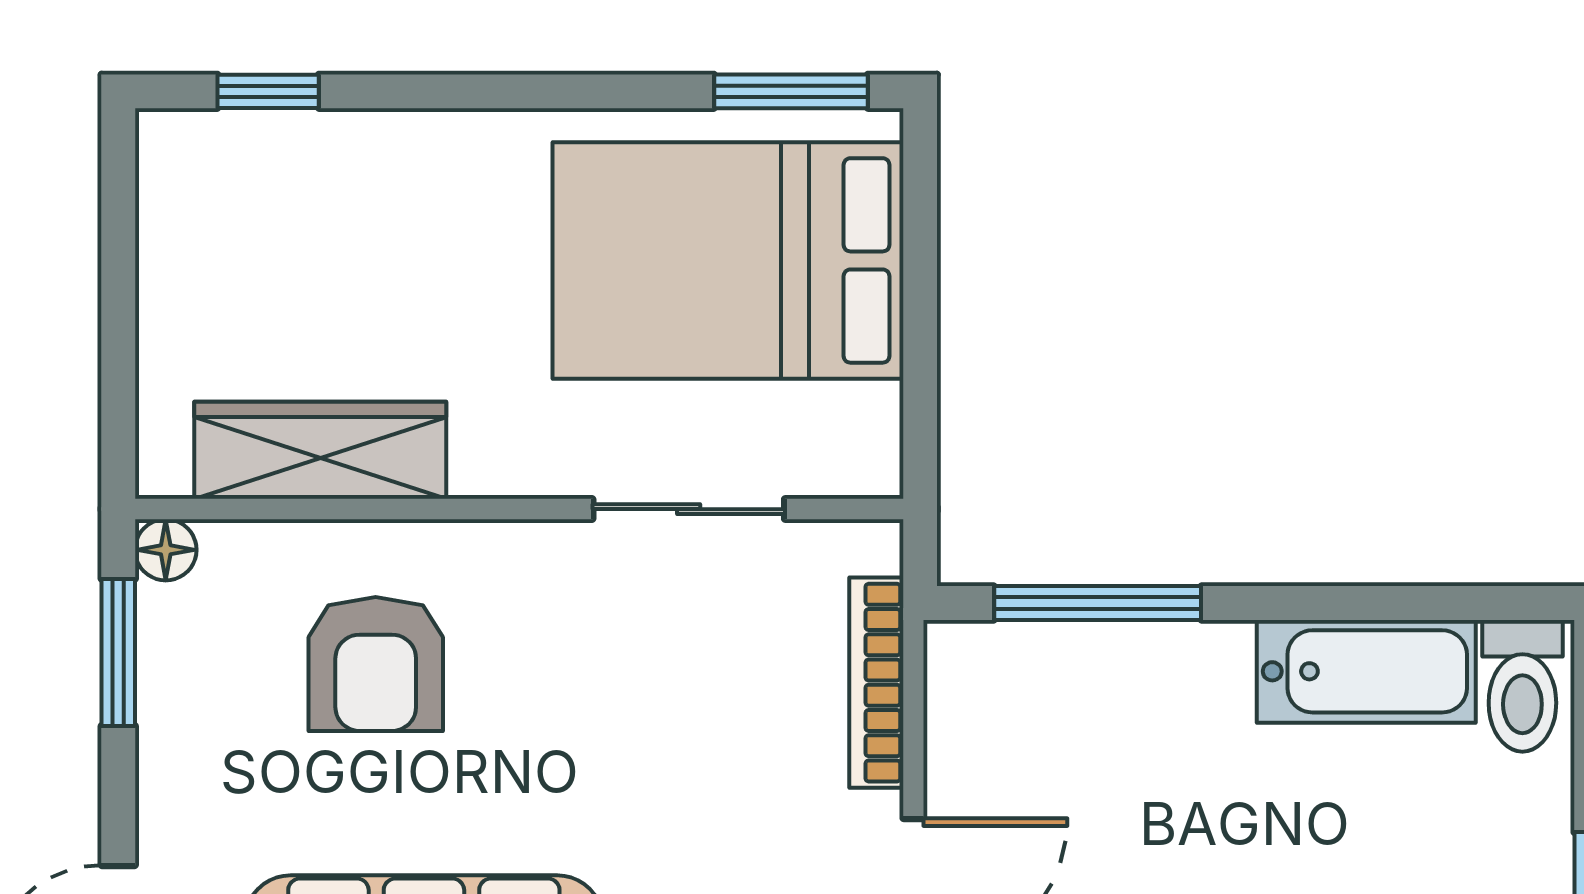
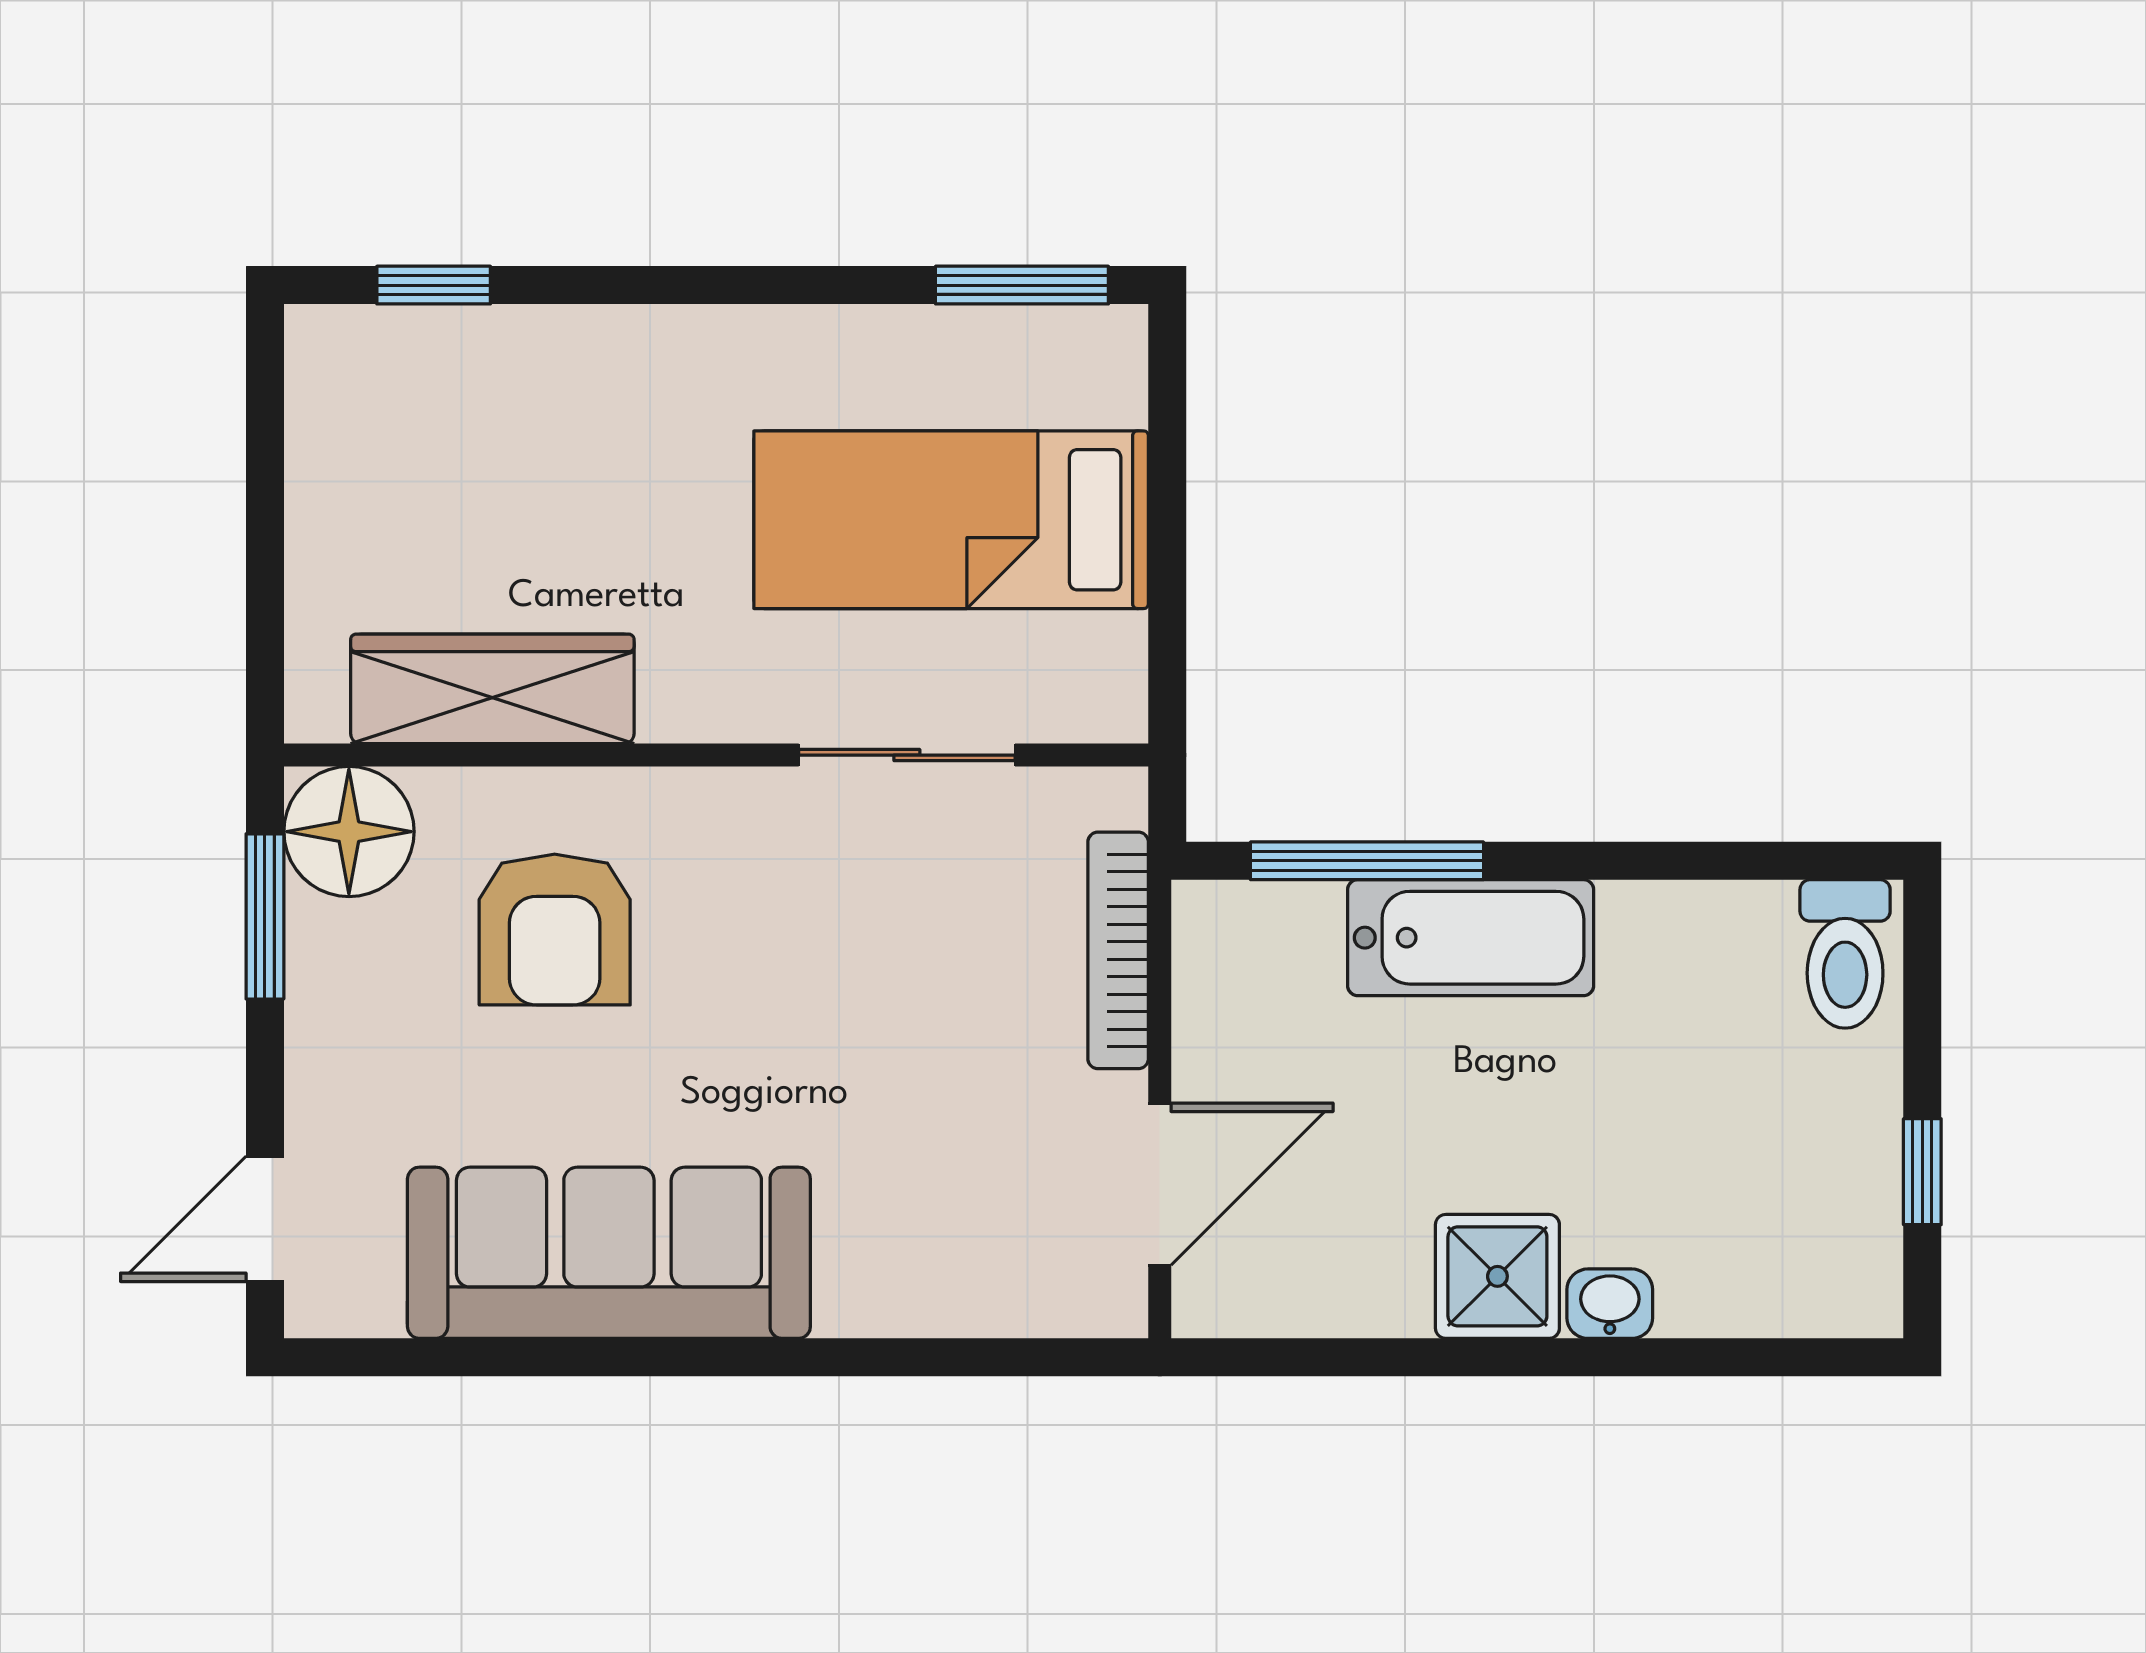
bed: (728, 260) -> (951, 520), width x0.67
floor lamp: (166, 550) -> (349, 832), width x1.89, depth x1.89
bathtub: (1366, 671) -> (1471, 938), moved

